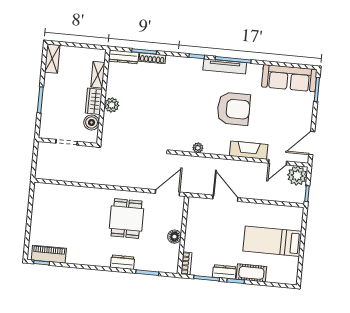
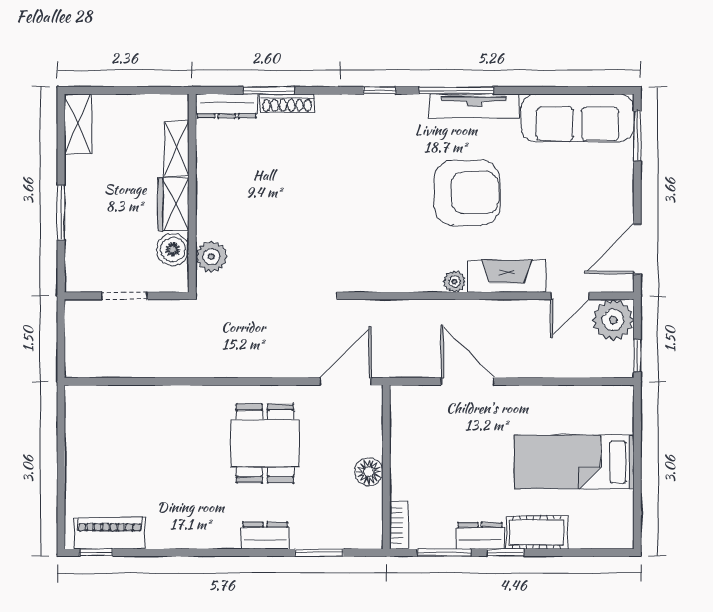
tv unit: (225, 66) -> (474, 106), moved
plant: (112, 105) -> (211, 257), moved
plant: (198, 148) -> (455, 281), moved

